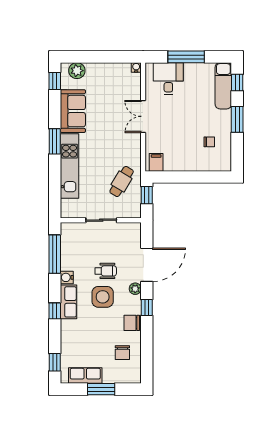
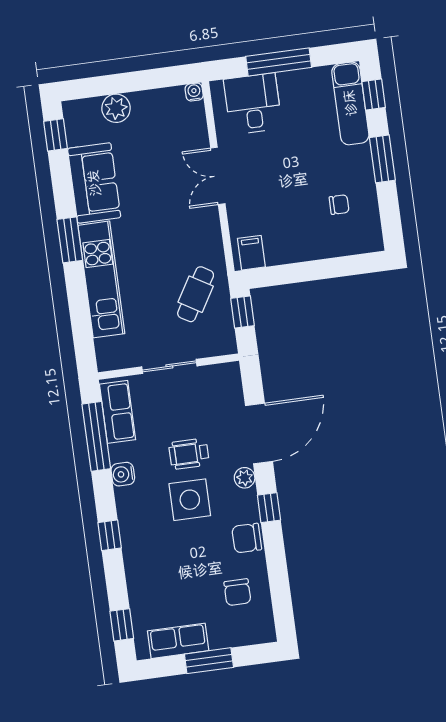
plant: (77, 71) -> (116, 108), moved
wheelchair: (106, 271) -> (189, 454), turned 180
row of seats: (69, 302) -> (117, 412), moved

